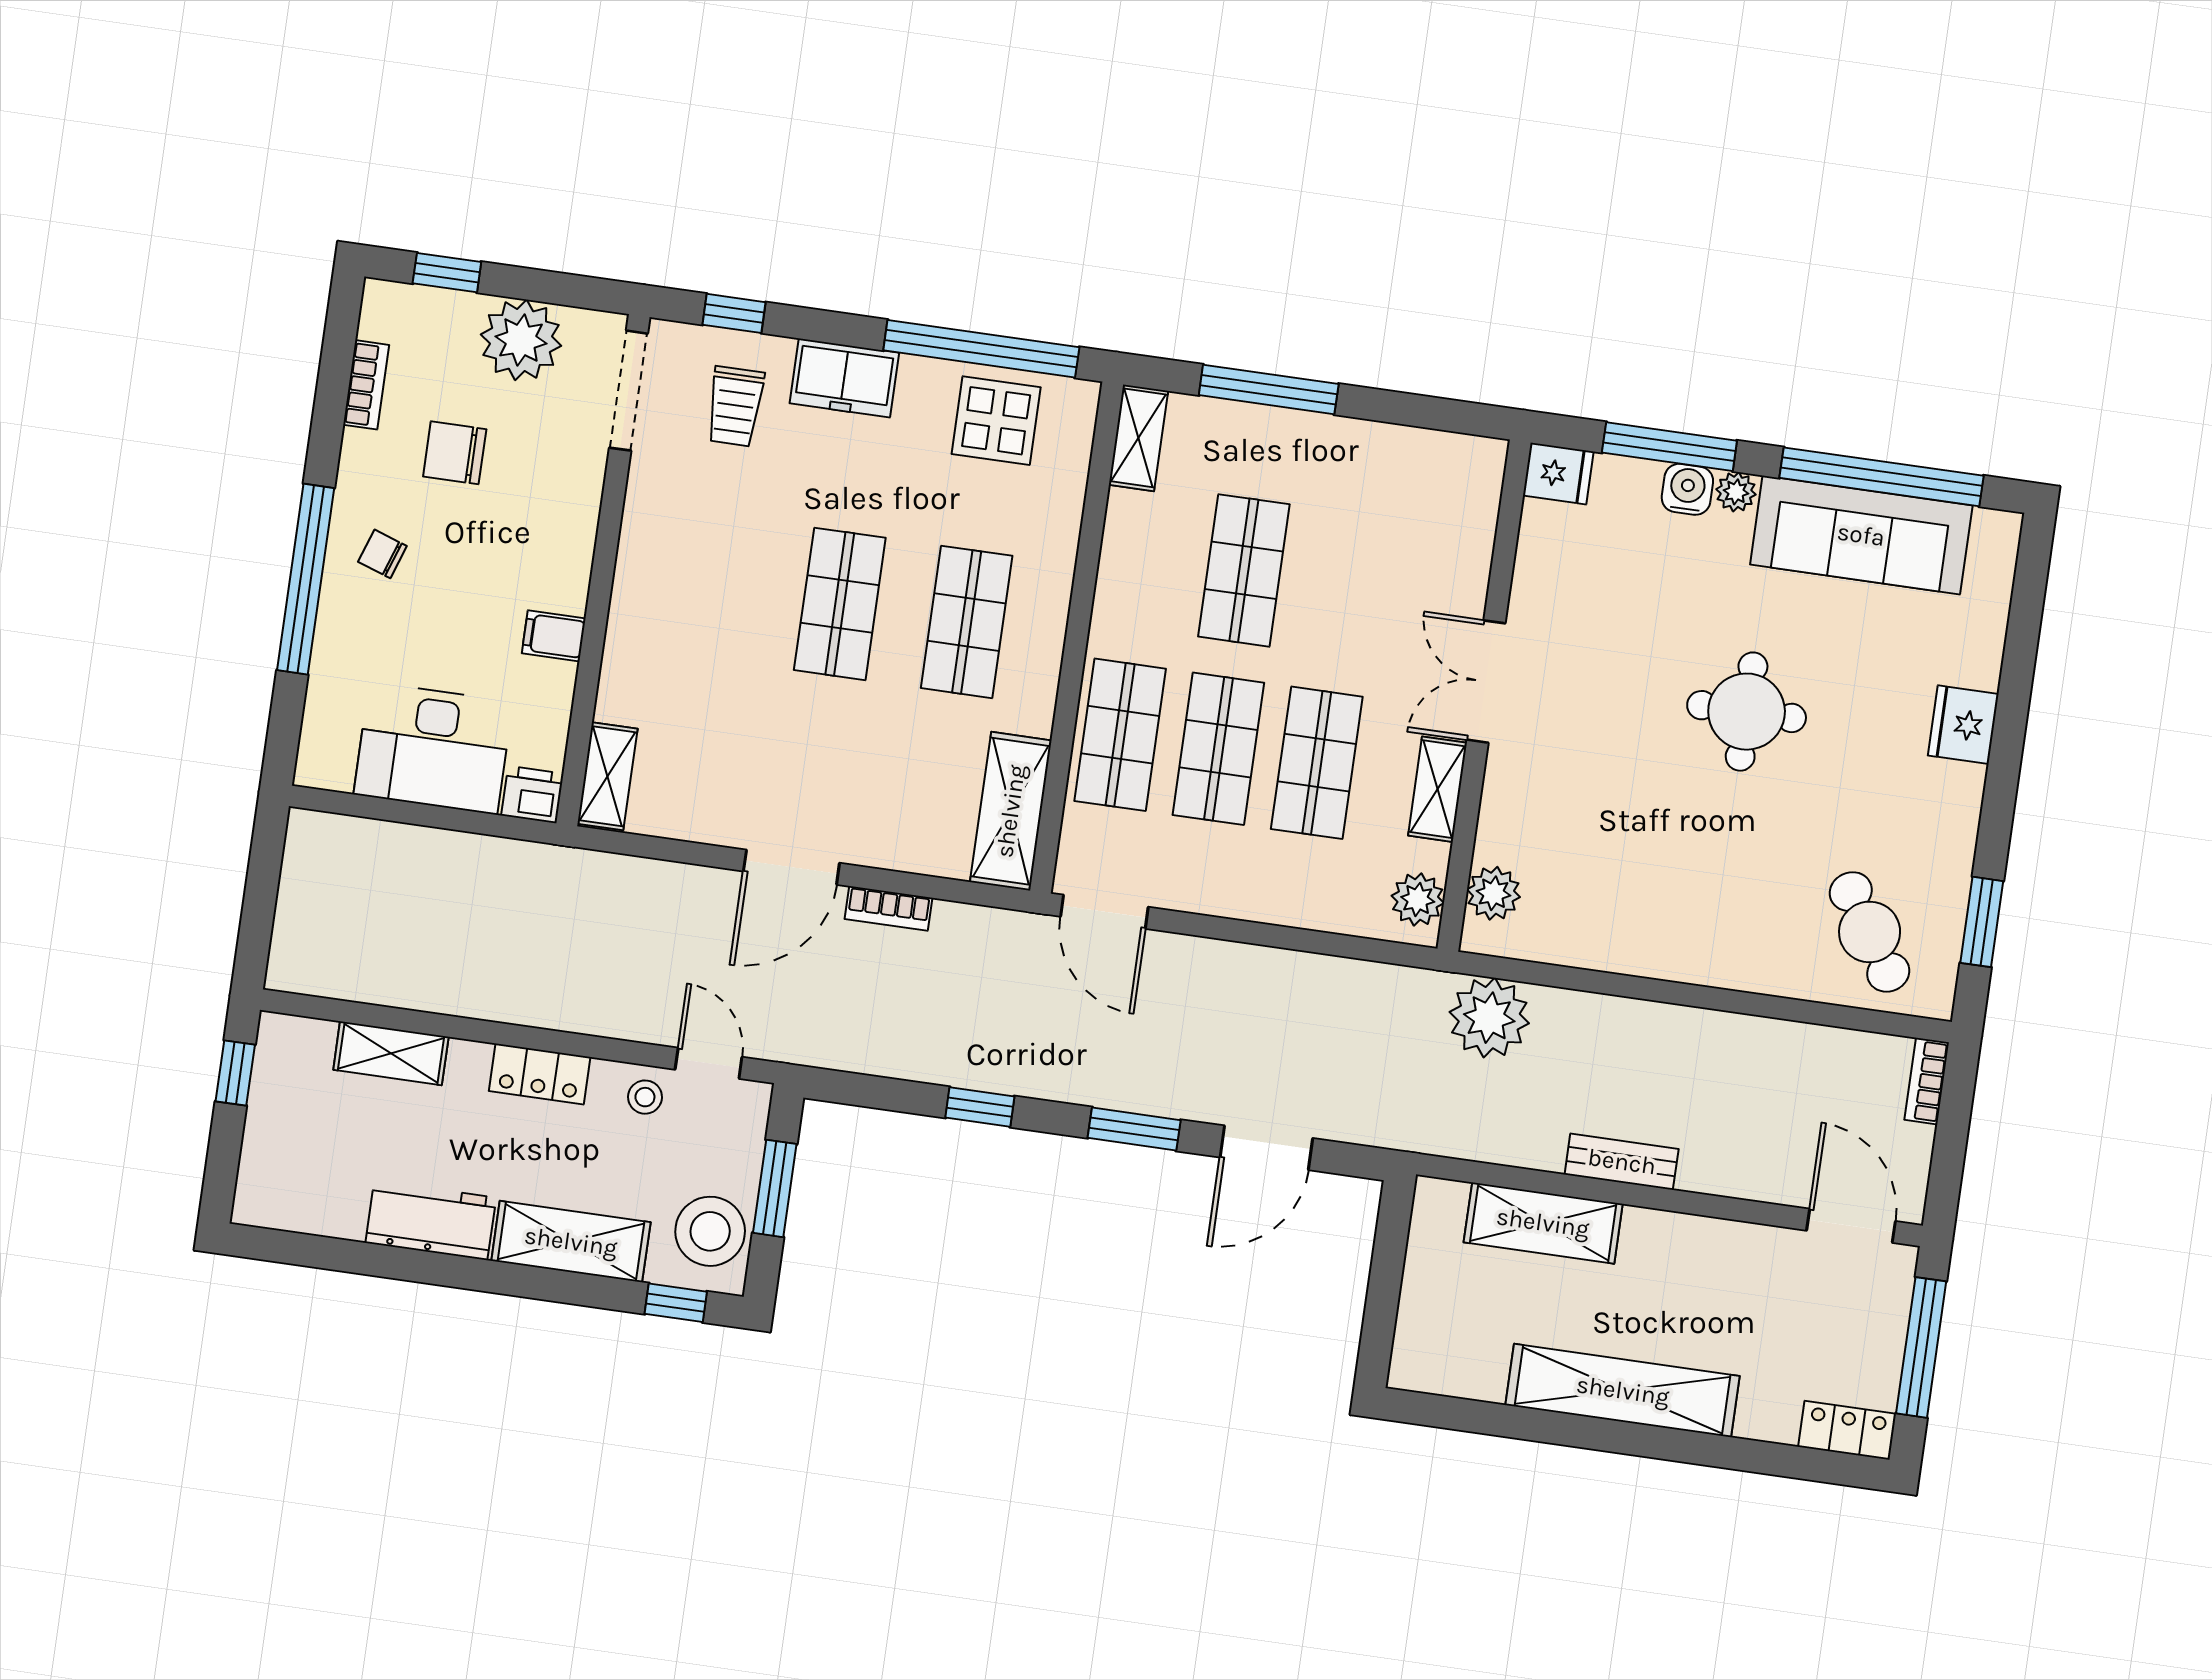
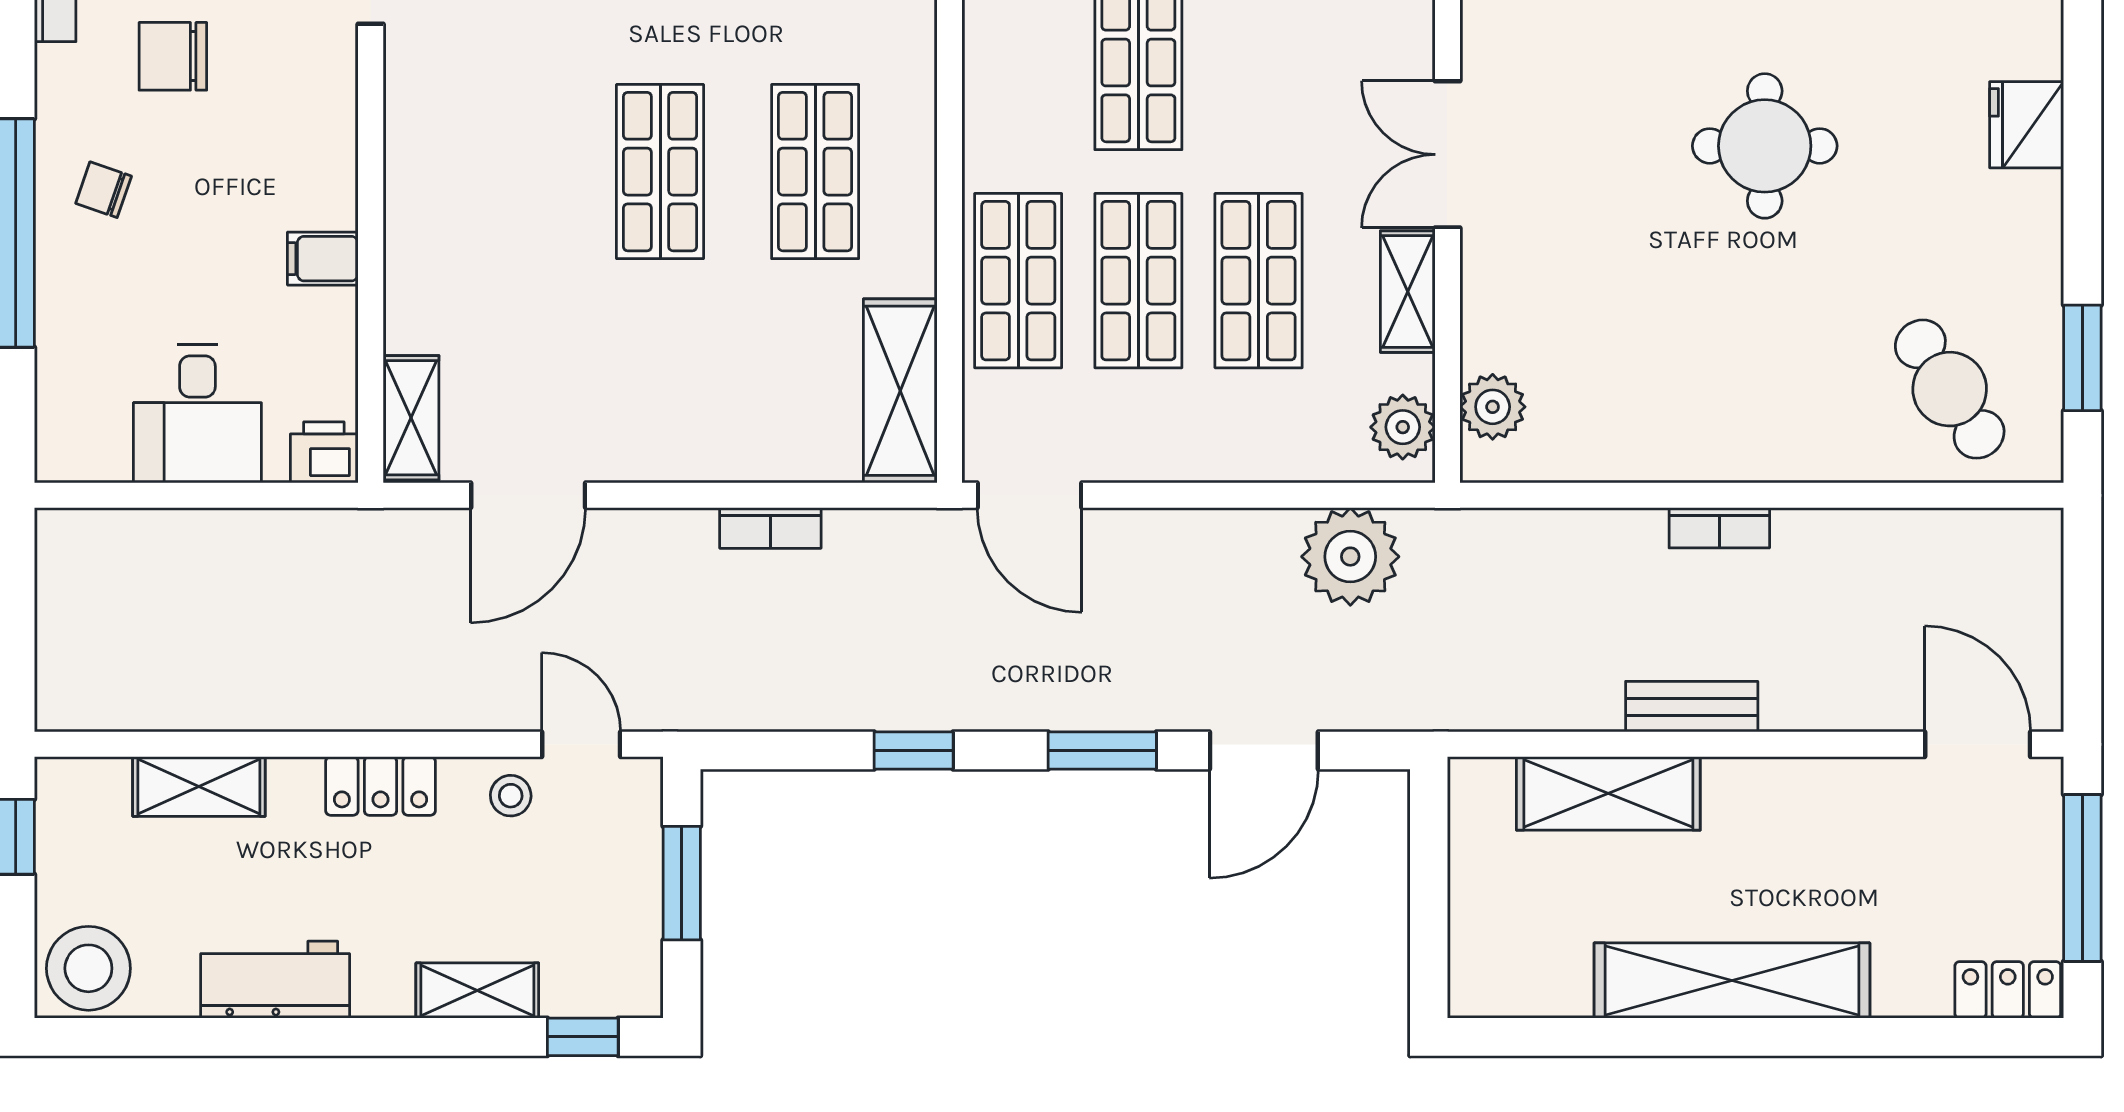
desk: (433, 748) -> (197, 414), width x0.73
door: (791, 867) -> (528, 495), moved
plant: (1489, 1018) -> (1350, 557), moved
bookcase: (1927, 1081) -> (1719, 528), moved, turned -90
stool: (710, 1231) -> (88, 968), moved
shelving: (571, 1242) -> (477, 991), width x0.67, depth x0.75

